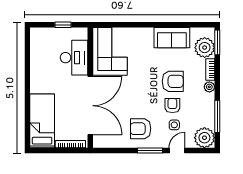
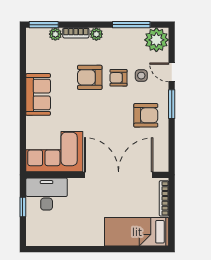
sofa: (172, 38) -> (38, 94), moved
plant: (205, 48) -> (55, 34), width x0.53, depth x0.53
desk: (74, 58) -> (47, 194), moved
armchair: (173, 81) -> (90, 77), turned -90
armchair: (141, 129) -> (146, 115), turned -90

